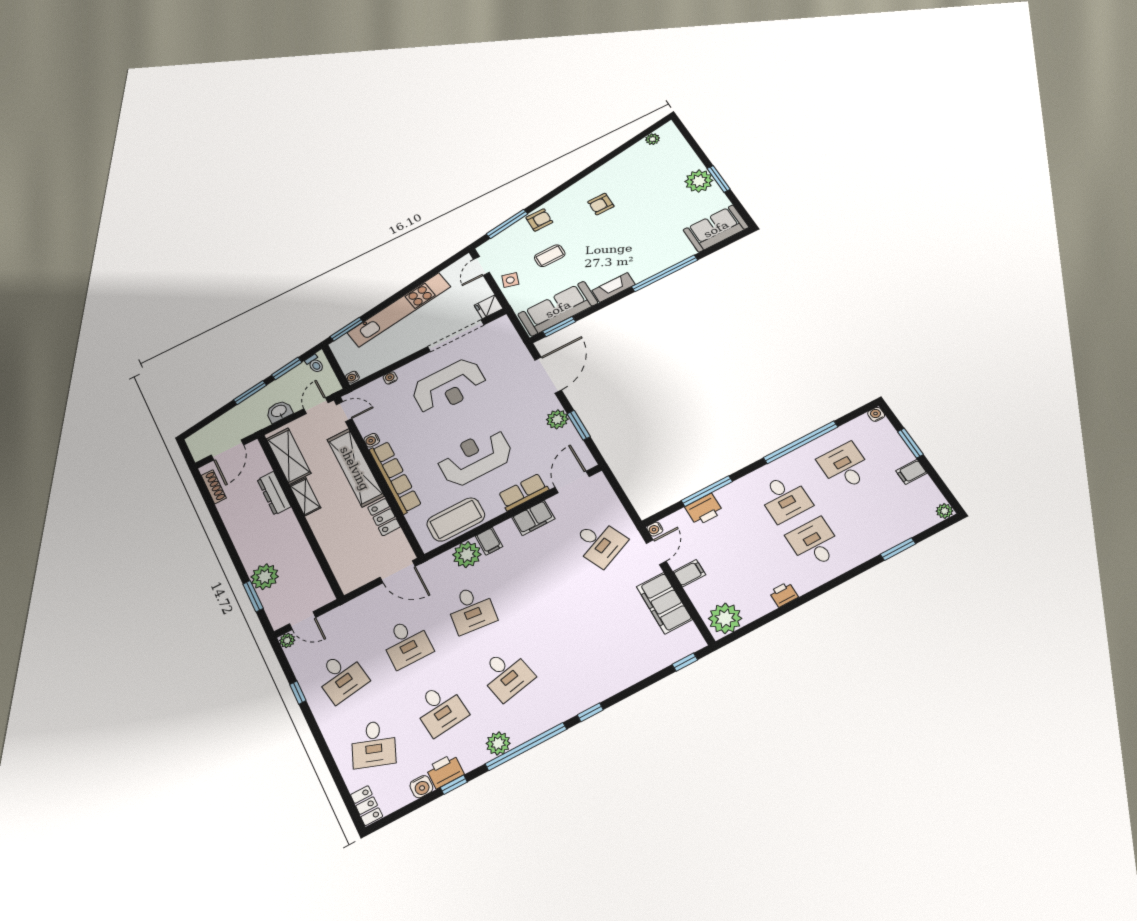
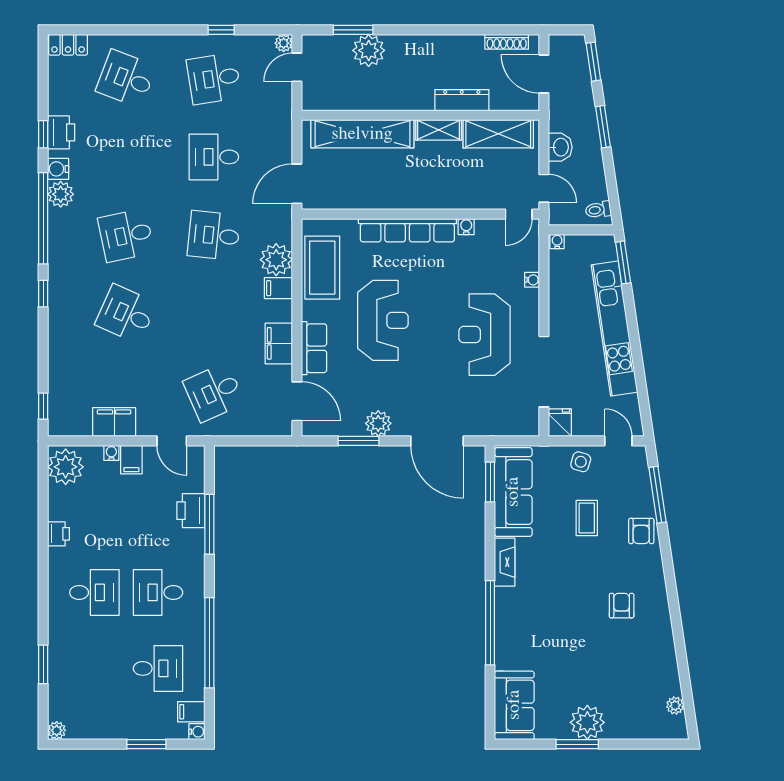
window: (287, 368) -> (593, 62), moved
shelving: (355, 468) -> (362, 134), moved
filing cabinet: (911, 472) -> (191, 712), moved, turned -90
locker: (384, 517) -> (367, 198), removed
water cooler: (655, 529) -> (111, 453), moved
filing cabinet: (664, 603) -> (114, 422), width x0.67, depth x0.86
desk: (440, 709) -> (126, 314), moved, turned 30
water cooler: (421, 787) -> (58, 169), moved

